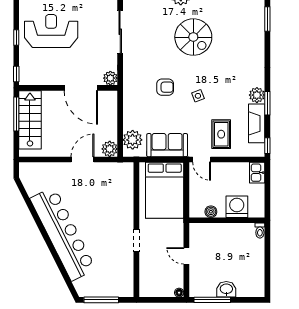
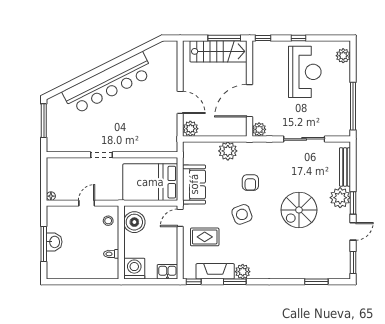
side table: (198, 96) -> (242, 214), width x1.87, depth x1.87
plant: (133, 140) -> (228, 151), moved
washing machine: (237, 207) -> (134, 269), moved, turned -90
boiler: (211, 212) -> (134, 222), width x1.86, depth x1.86
toilet: (260, 231) -> (111, 254), moved
stool: (204, 234) -> (108, 221), added
window: (212, 300) -> (44, 244), moved

